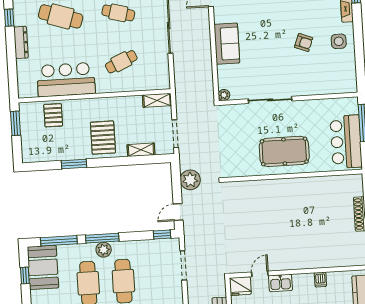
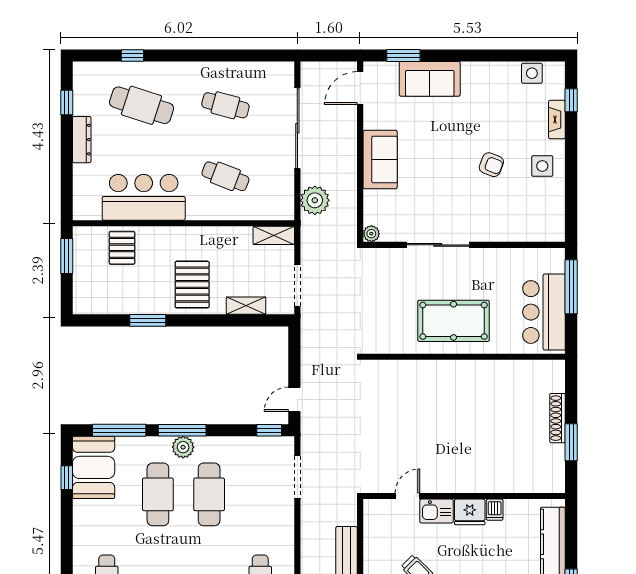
cafe table: (121, 62) -> (225, 176), turned 45
plant: (190, 180) -> (315, 200), moved
fridge: (240, 286) -> (470, 512), moved

